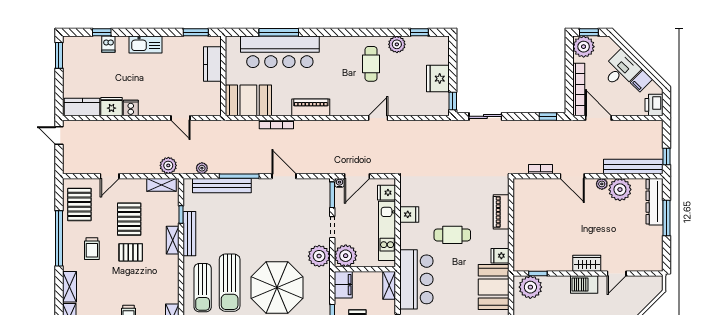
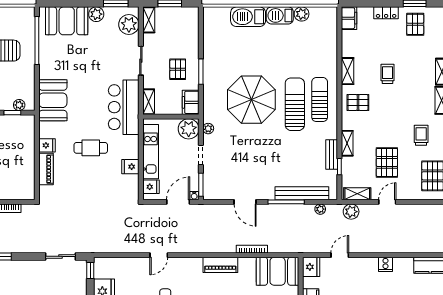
fridge: (111, 107) -> (311, 267), moved, turned -90
door: (181, 118) -> (340, 255), hinge flipped
door: (110, 176) -> (387, 202), moved
bench: (189, 234) -> (332, 155), width x0.73
pallet: (131, 252) -> (358, 102), moved
plant: (319, 256) -> (208, 129), width x0.53, depth x0.53
fridge: (500, 256) -> (47, 145), moved
plant: (530, 287) -> (19, 105), width x0.53, depth x0.53

